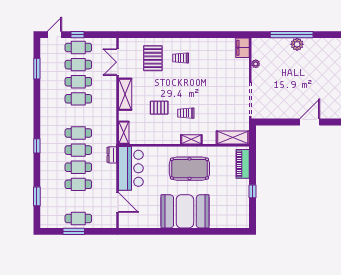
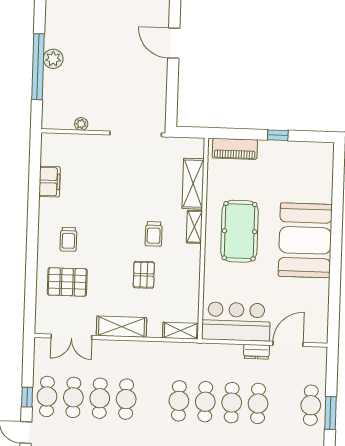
filing cabinet: (243, 48) -> (50, 182), moved, turned -90
shelving: (233, 138) -> (193, 184), moved
dresser: (112, 155) -> (256, 352), moved

